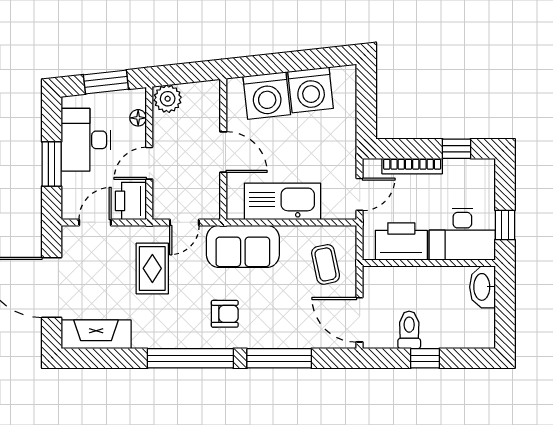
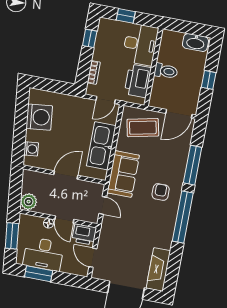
washing machine: (267, 96) -> (31, 149), width x0.53, depth x0.53
floor lamp: (138, 118) -> (49, 223), moved
window: (52, 164) -> (39, 274), moved
bookcase: (412, 166) -> (94, 73), width x0.64
door: (360, 194) -> (106, 100), swing flipped
window: (505, 225) -> (126, 16), moved
coffee table: (326, 264) -> (143, 128), width x1.36, depth x1.30
rug: (152, 268) -> (126, 229), removed
washbasin: (483, 287) -> (195, 43), moved
toilet: (409, 330) -> (166, 71), moved, turned 180

